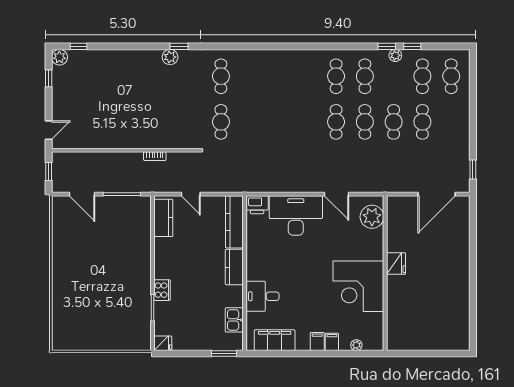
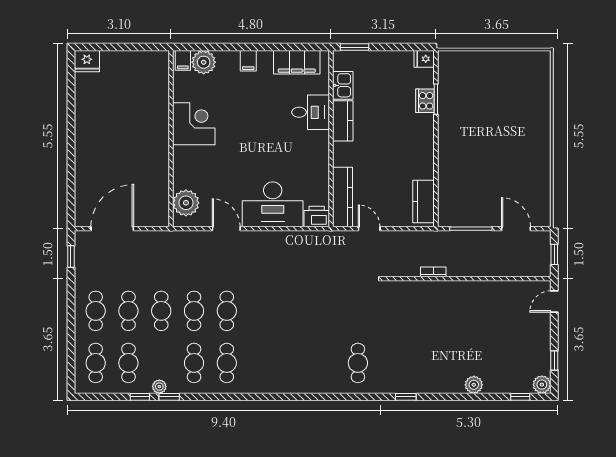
plant: (170, 57) -> (474, 385), moved
cafe table: (221, 122) -> (96, 311), moved
door: (191, 194) -> (369, 229), moved
fridge: (396, 264) -> (87, 61), moved, turned -90
kitchen counter: (234, 267) -> (343, 121), moved
corner desk: (358, 286) -> (194, 124), width x0.74, depth x0.74
cooker: (162, 290) -> (425, 101), moved
filing cabinet: (332, 342) -> (183, 60), moved
plant: (356, 345) -> (204, 62), width x1.88, depth x1.88

